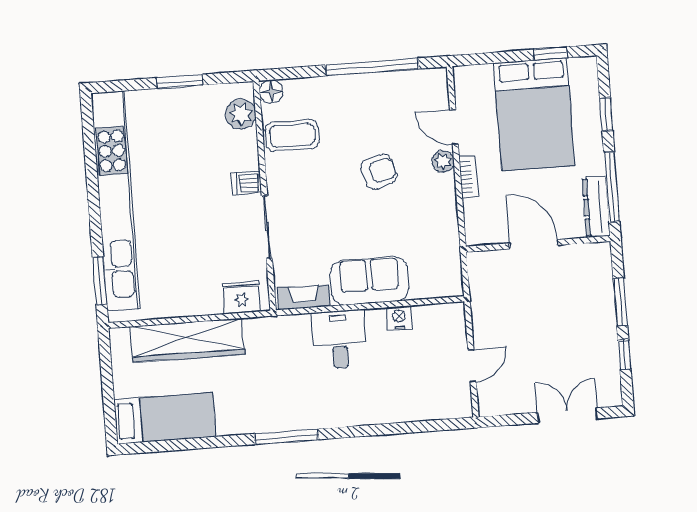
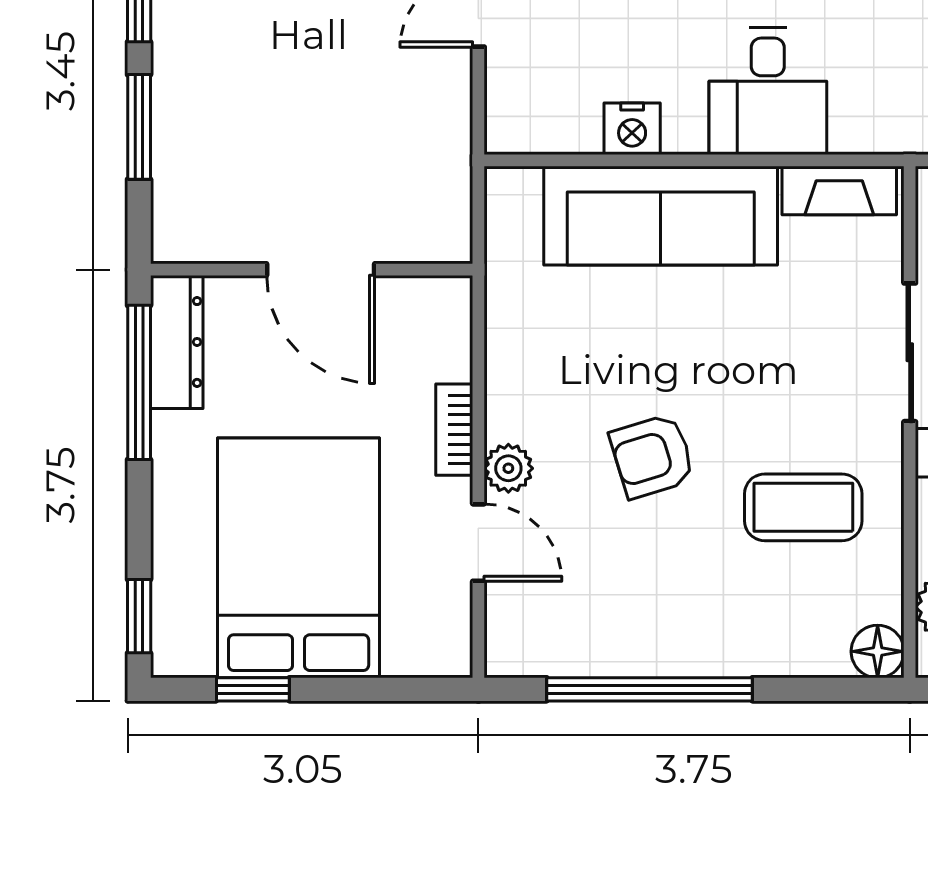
window: (606, 114) -> (139, 616), moved
coffee table: (292, 135) -> (803, 507), moved
sofa: (369, 281) -> (661, 216), width x1.36

